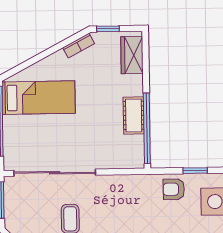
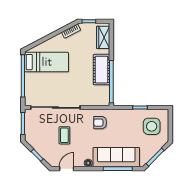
cot: (134, 116) -> (101, 70), width x1.37, depth x1.34
armchair: (174, 189) -> (100, 123), moved

